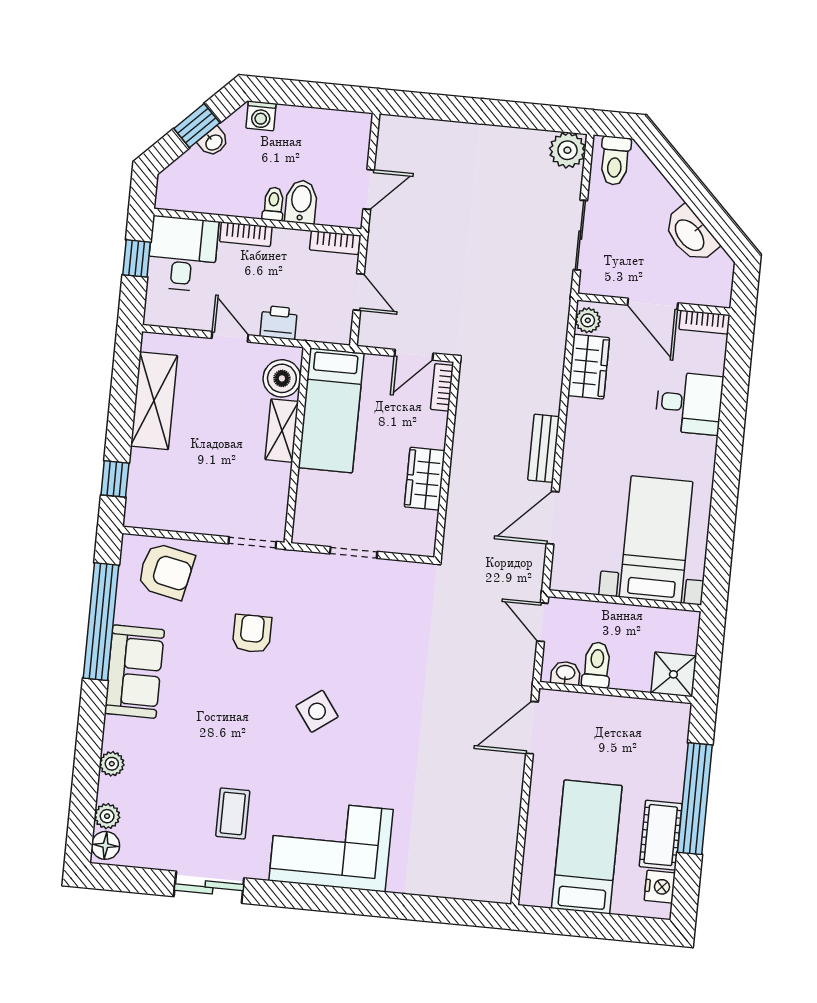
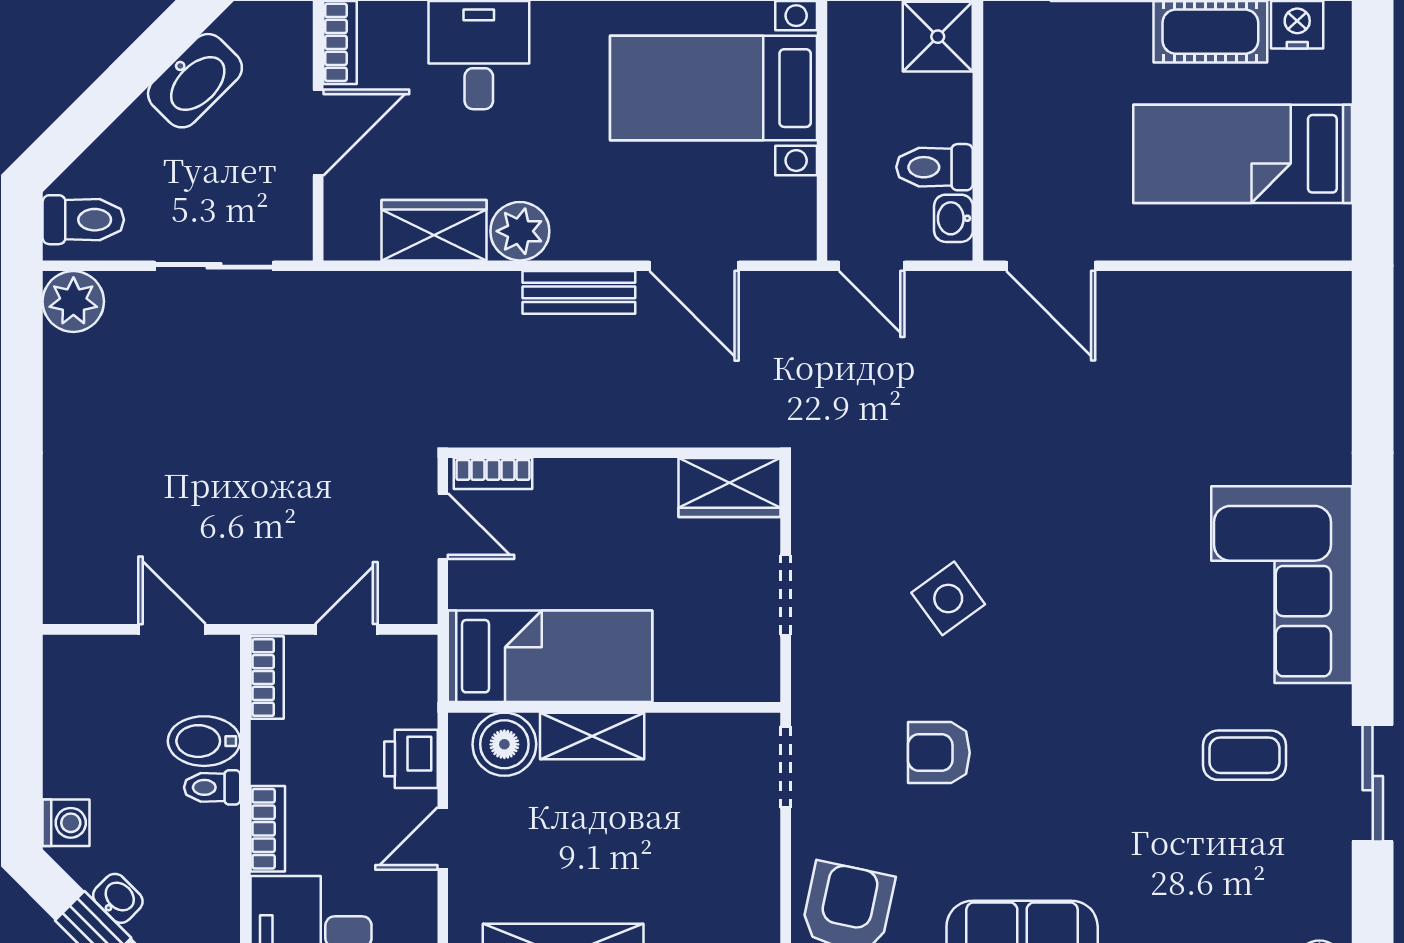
plant: (588, 320) -> (520, 231), moved, width x1.38, depth x1.38
wardrobe: (425, 479) -> (730, 488), moved
door: (542, 622) -> (872, 266), hinge flipped
side table: (317, 711) -> (948, 598), moved

